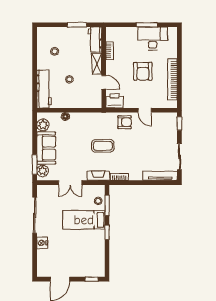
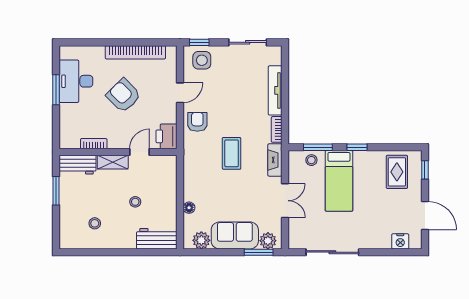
armchair: (143, 71) -> (124, 95), turned -135
workbench: (44, 89) -> (157, 239), width x0.73
side table: (167, 125) -> (202, 60), added
tv unit: (160, 176) -> (275, 90), moved
nightstand: (42, 243) -> (400, 241), moved
rug: (90, 260) -> (397, 172), added

